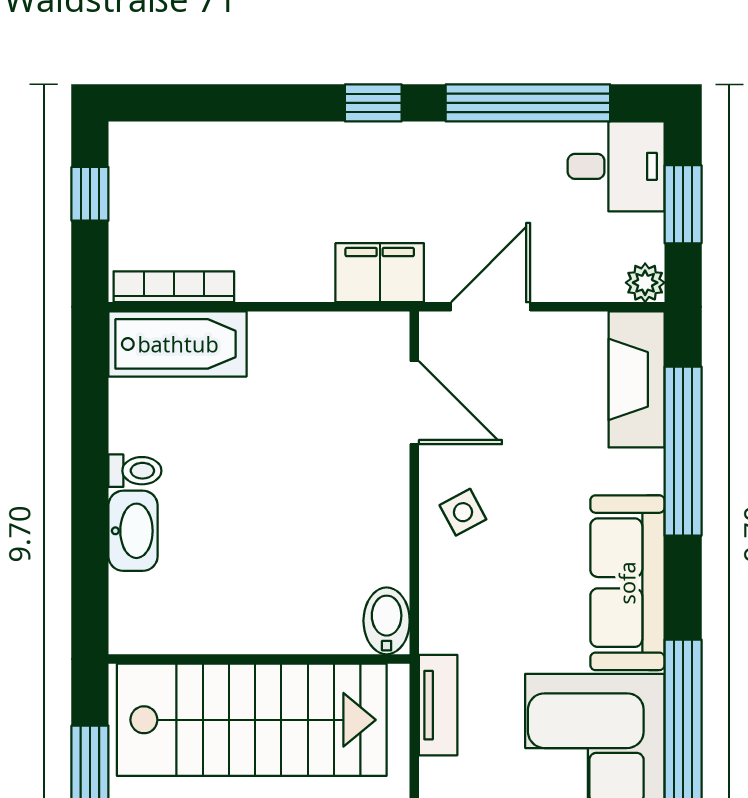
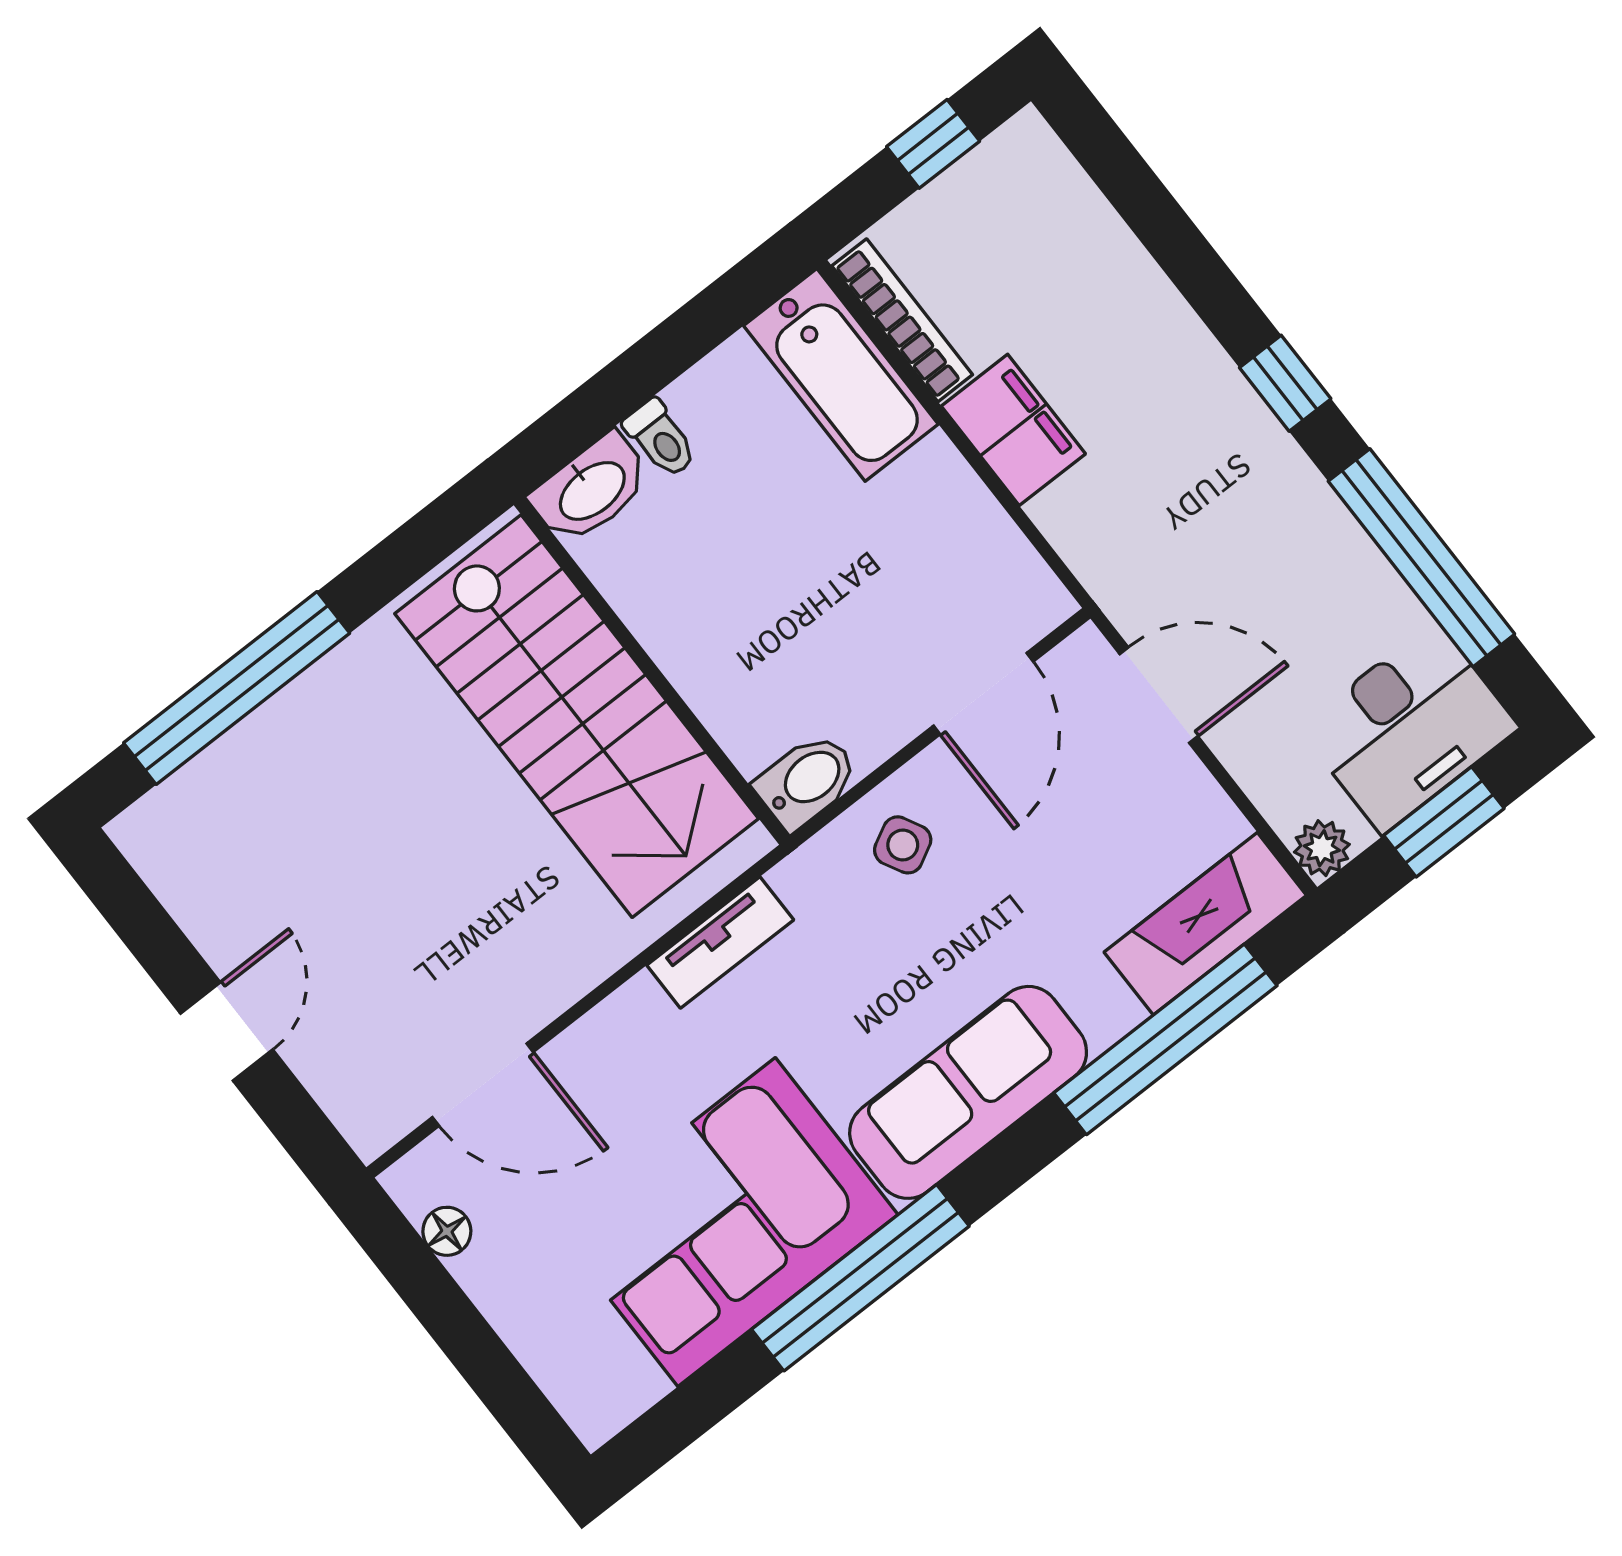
desk: (616, 166) -> (1409, 728), width x1.37
filing cabinet: (380, 273) -> (1013, 430), moved
bidet: (387, 621) -> (807, 781), moved
wall: (259, 659) -> (652, 671), moved
tv unit: (438, 705) -> (720, 942), moved
stairs: (252, 720) -> (577, 716), moved

